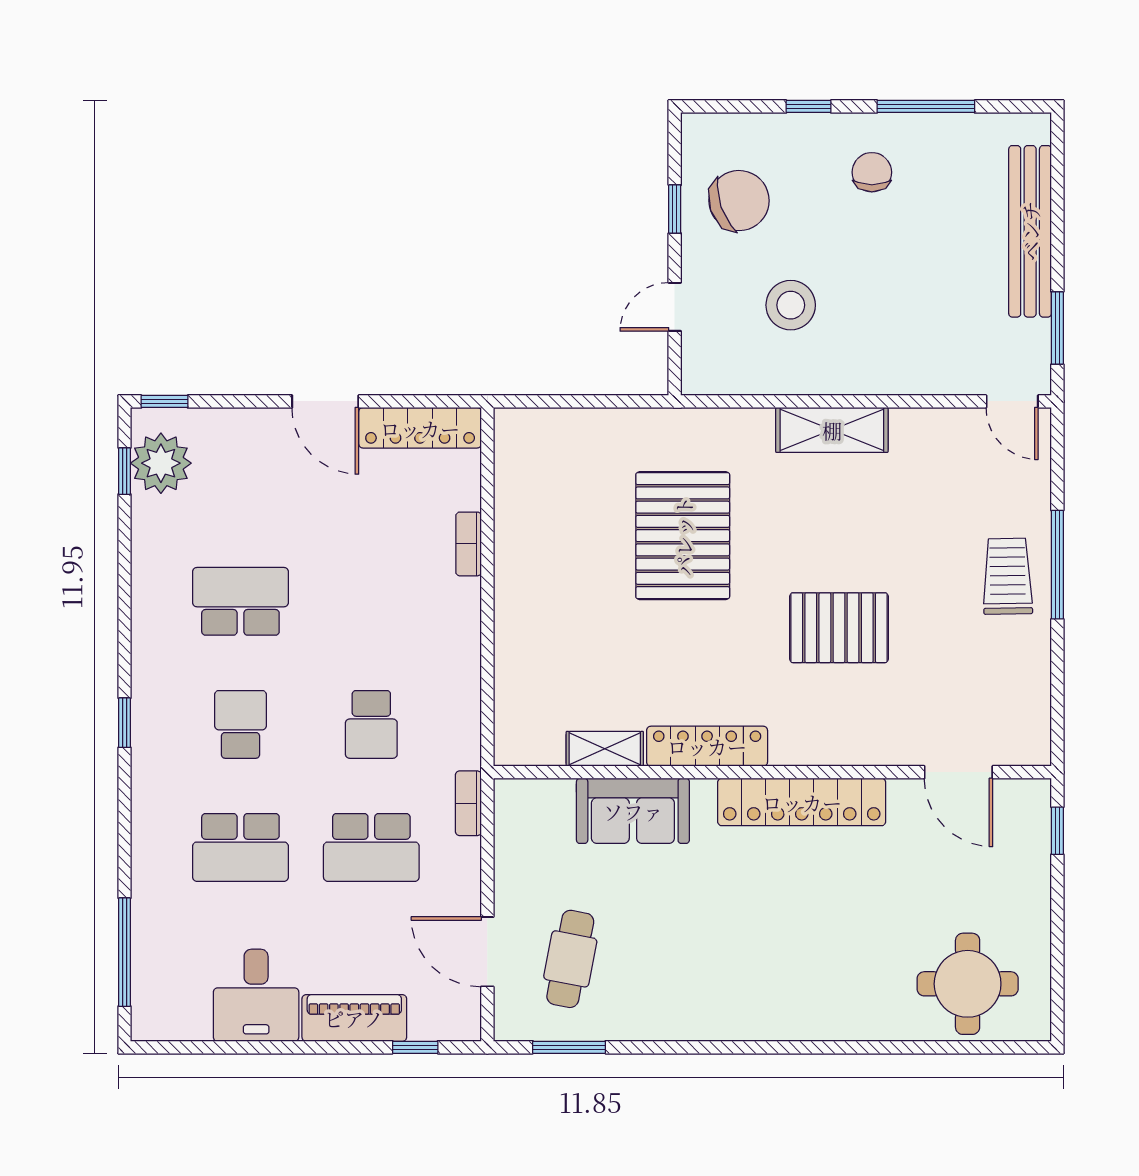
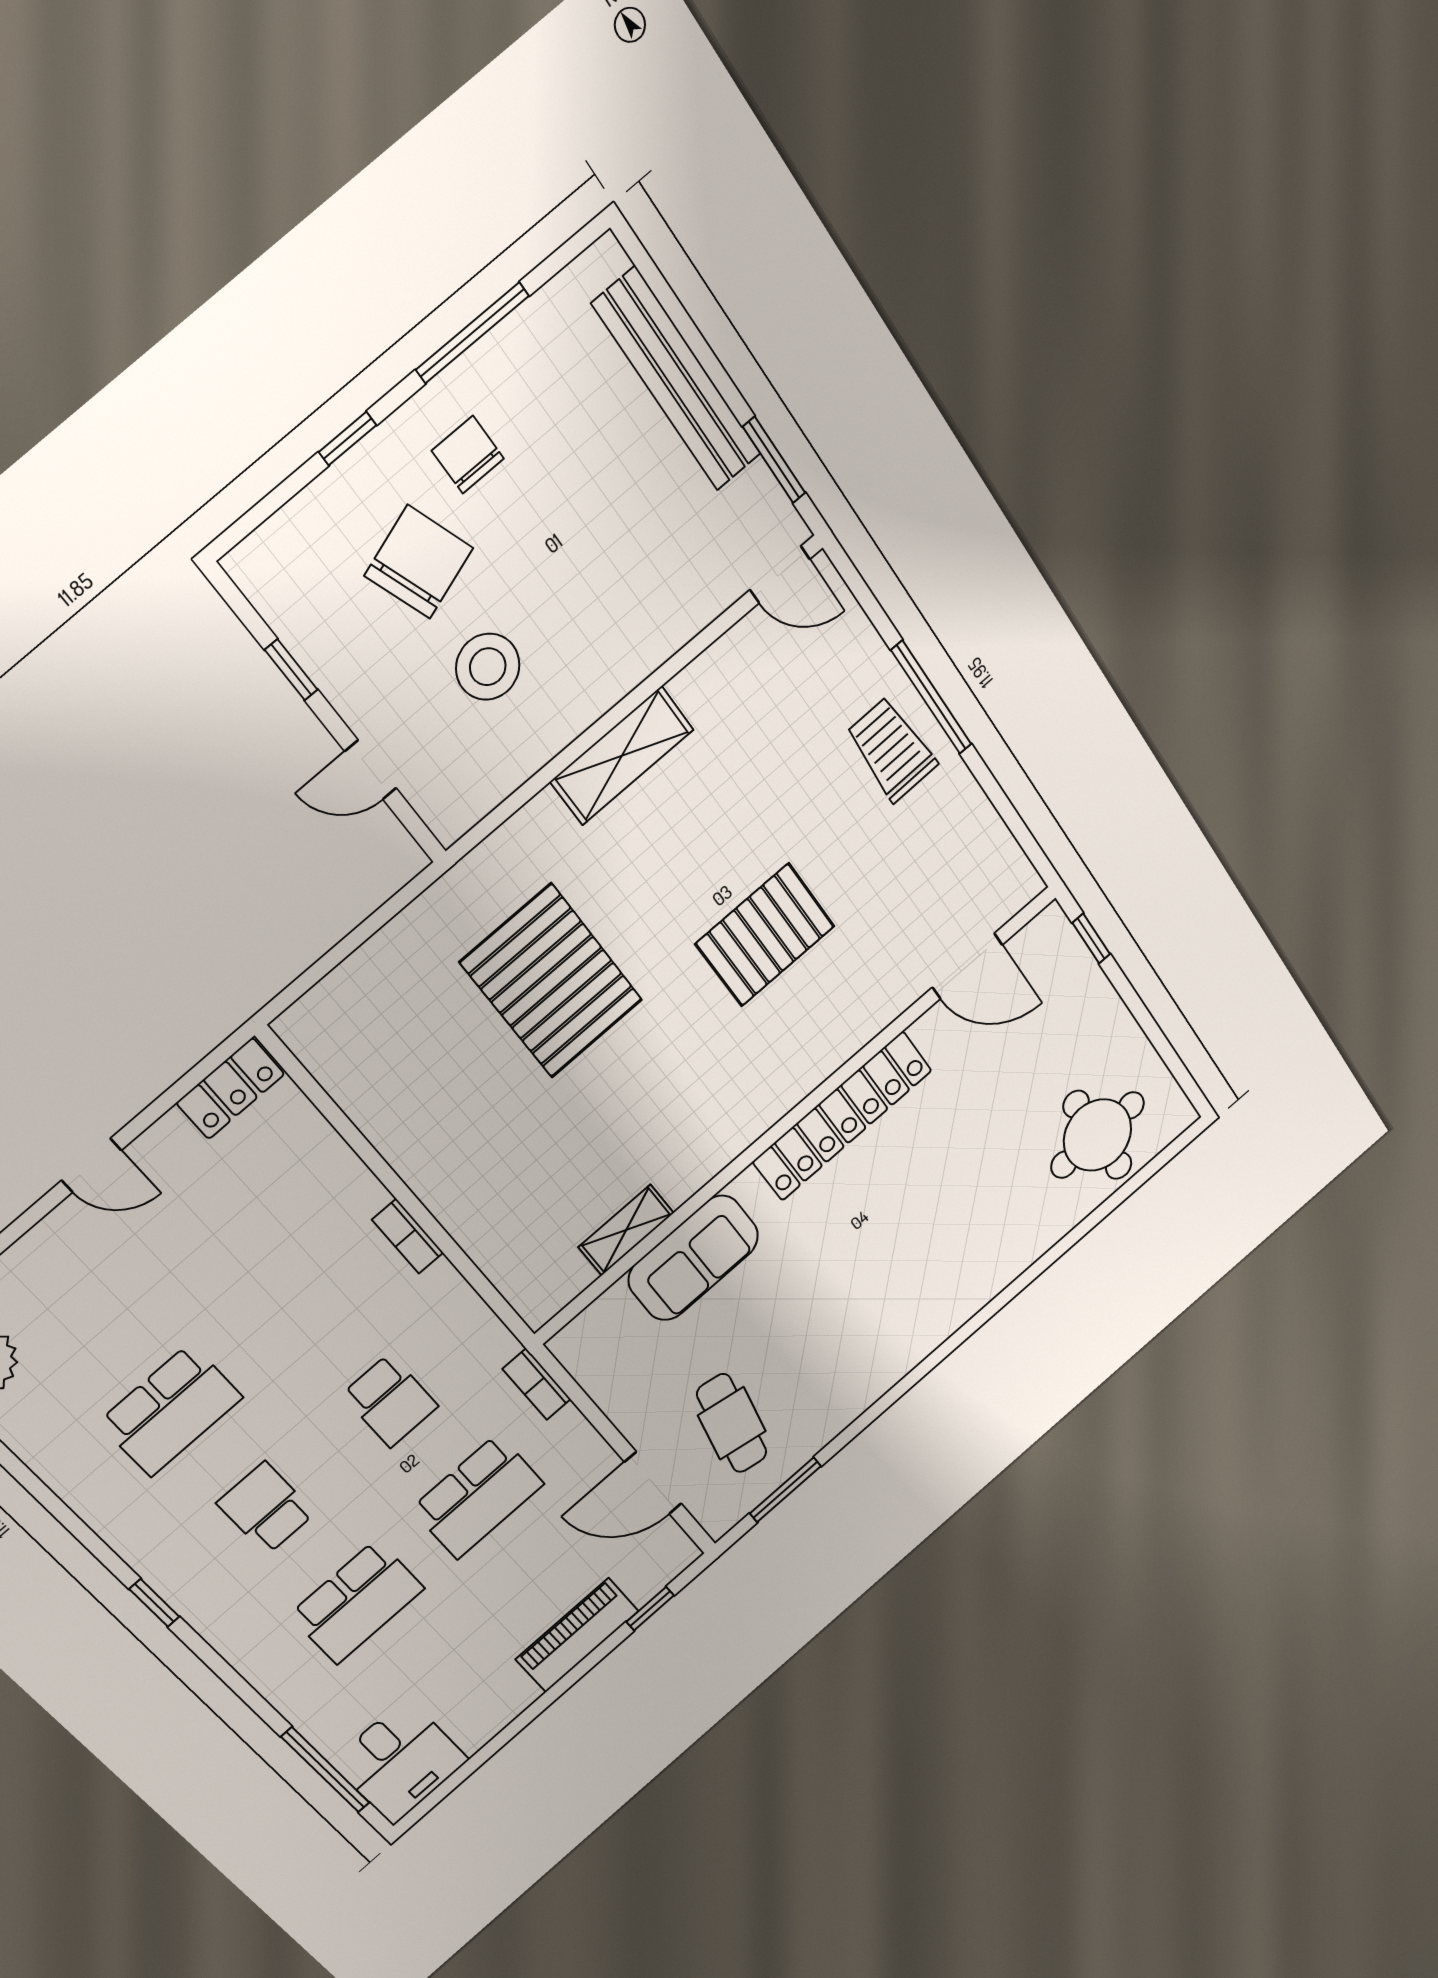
chair: (739, 201) -> (419, 562), moved
door: (675, 307) -> (371, 770), hinge flipped
door: (325, 401) -> (91, 1165), width x0.73
locker: (420, 428) -> (230, 1088), width x0.66
bookcase: (469, 544) -> (408, 1236), moved
school desk: (240, 601) -> (171, 1410), turned 180
locker: (707, 746) -> (720, 1145), removed
desk: (256, 995) -> (400, 1761), moved

